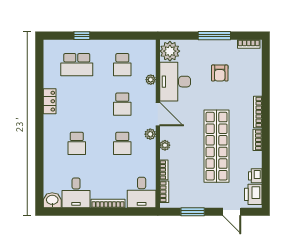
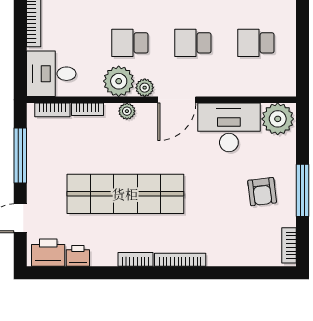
armchair: (220, 73) -> (262, 192), moved, turned -97
plant: (151, 80) -> (119, 81), moved, width x1.88, depth x1.88
window: (193, 212) -> (20, 155), width x1.44

